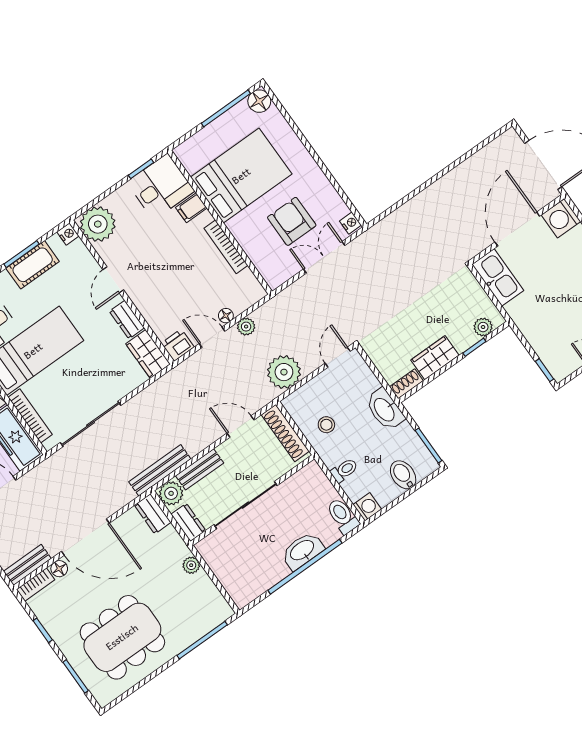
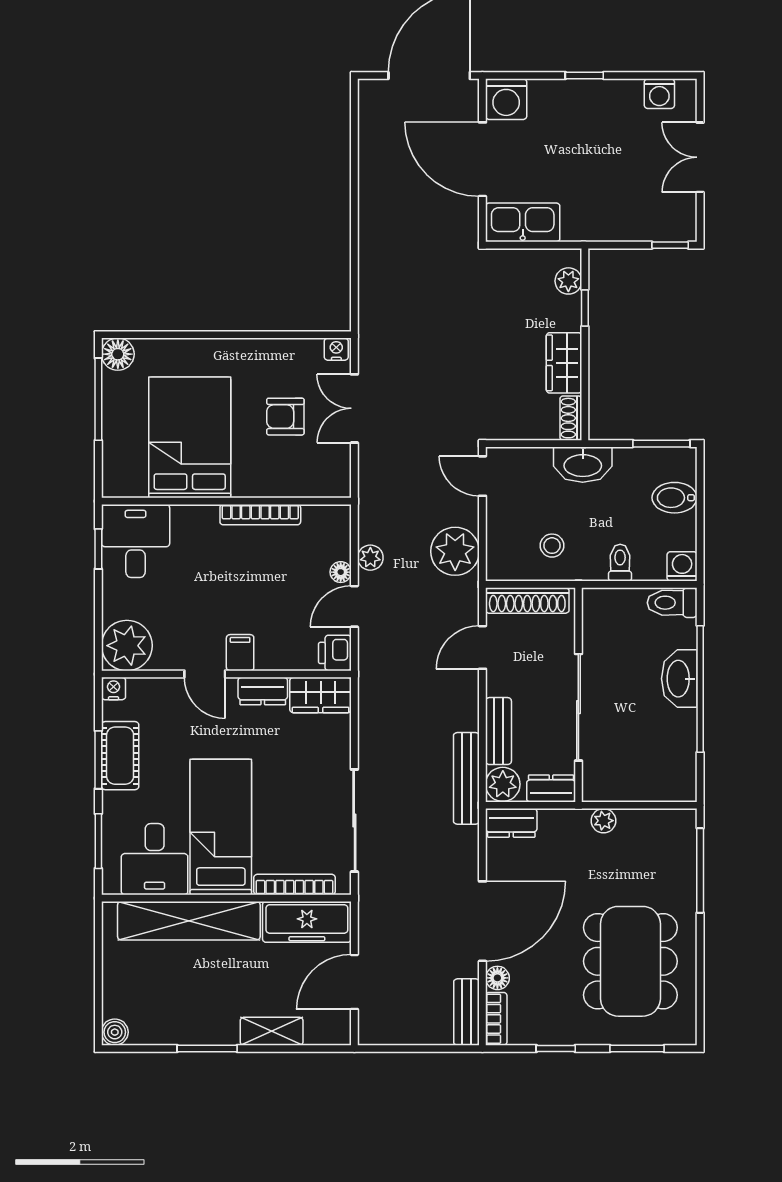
filing cabinet: (191, 208) -> (240, 653), moved, turned 180
armchair: (292, 221) -> (285, 417), width x0.72, depth x0.72

